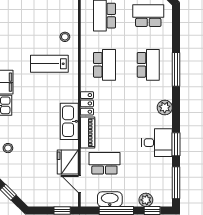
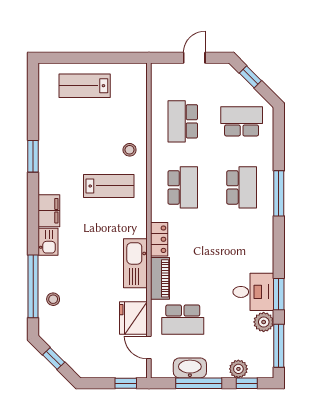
lab bench: (49, 64) -> (109, 186), turned 180
plant: (165, 108) -> (264, 322), moved
school desk: (104, 163) -> (183, 320), turned 180

